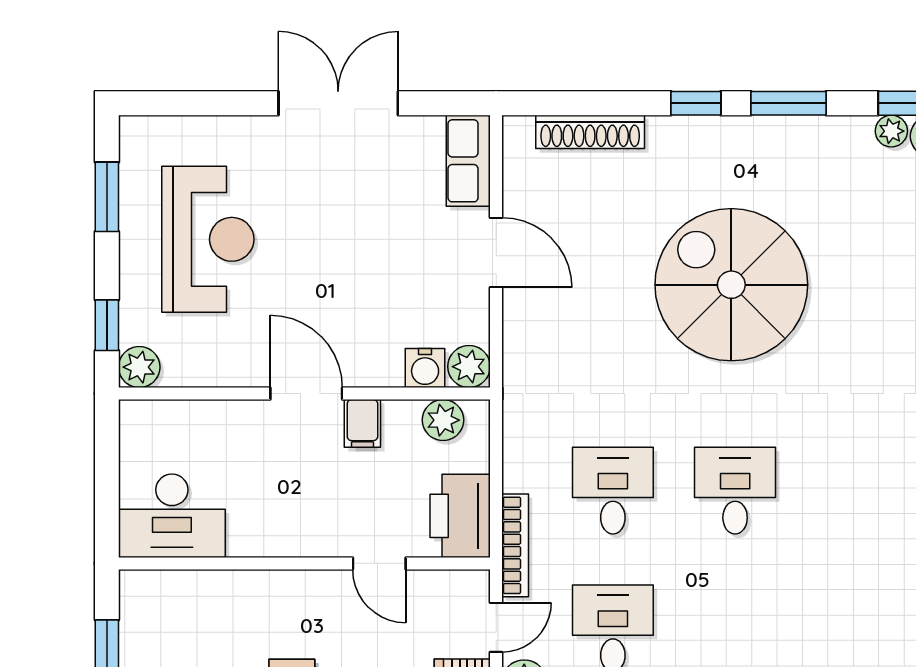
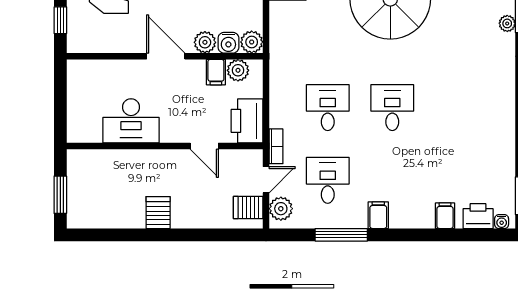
plant: (139, 367) -> (205, 42), moved
filing cabinet: (362, 423) -> (216, 72), moved
desk: (172, 516) -> (131, 121), moved
bookcase: (515, 545) -> (276, 146), width x0.64

